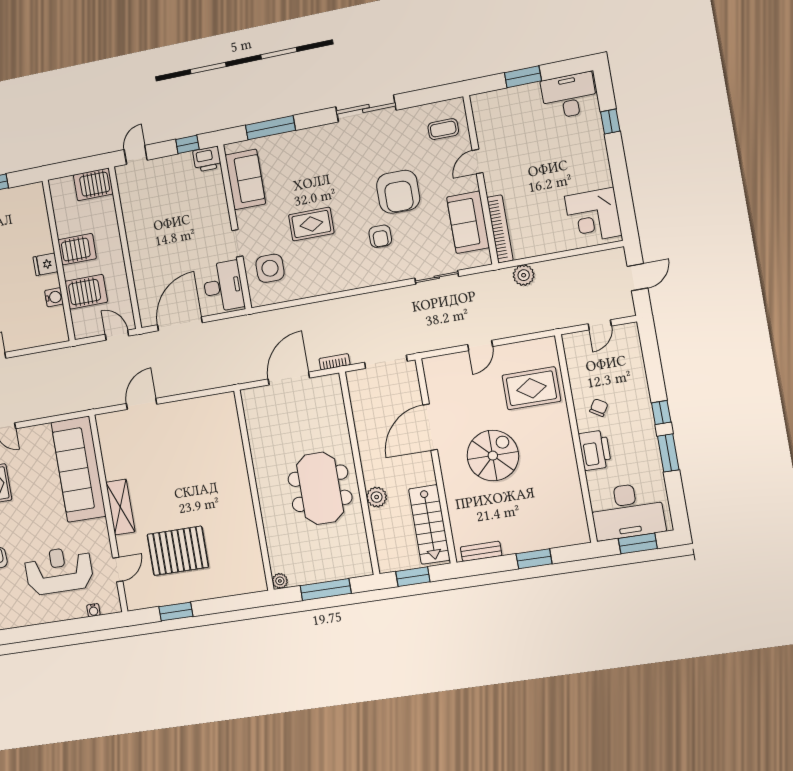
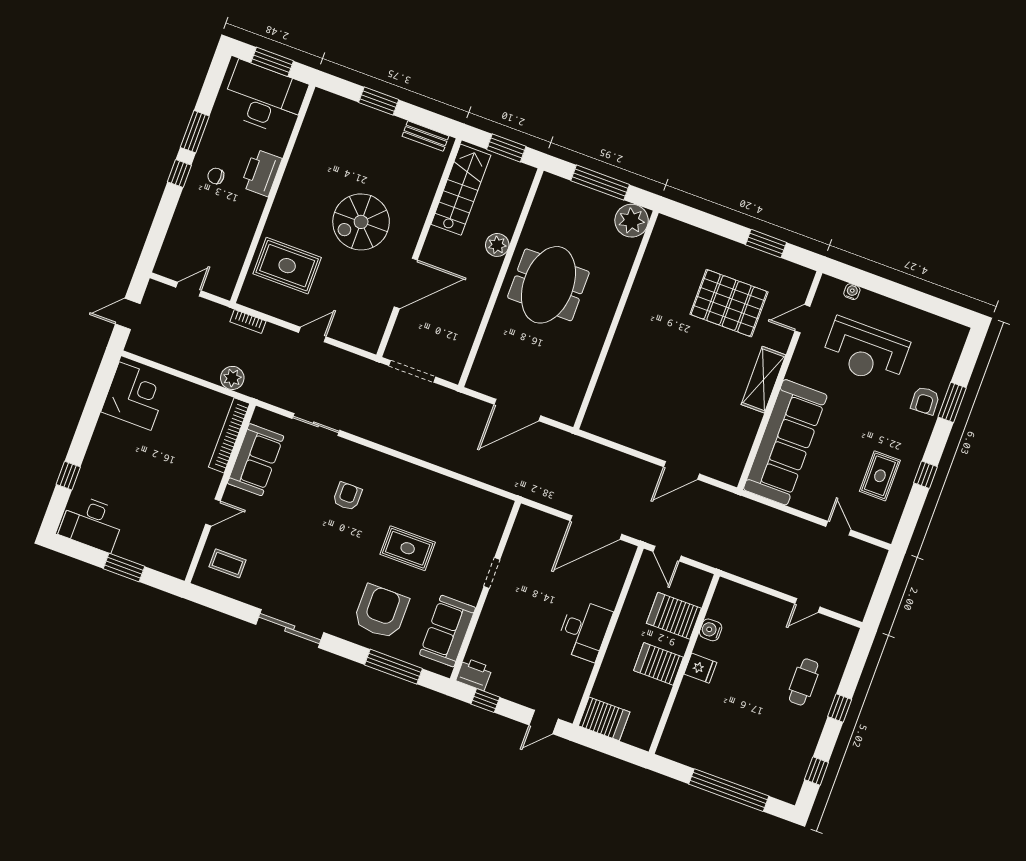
armchair: (398, 192) -> (381, 612), moved
side table: (270, 268) -> (474, 529), removed
desk: (223, 286) -> (584, 630), moved, turned 180
bookcase: (335, 362) -> (248, 321), moved
chair: (599, 408) -> (216, 176), moved, turned 59
plant: (280, 581) -> (632, 221), width x1.87, depth x1.87

